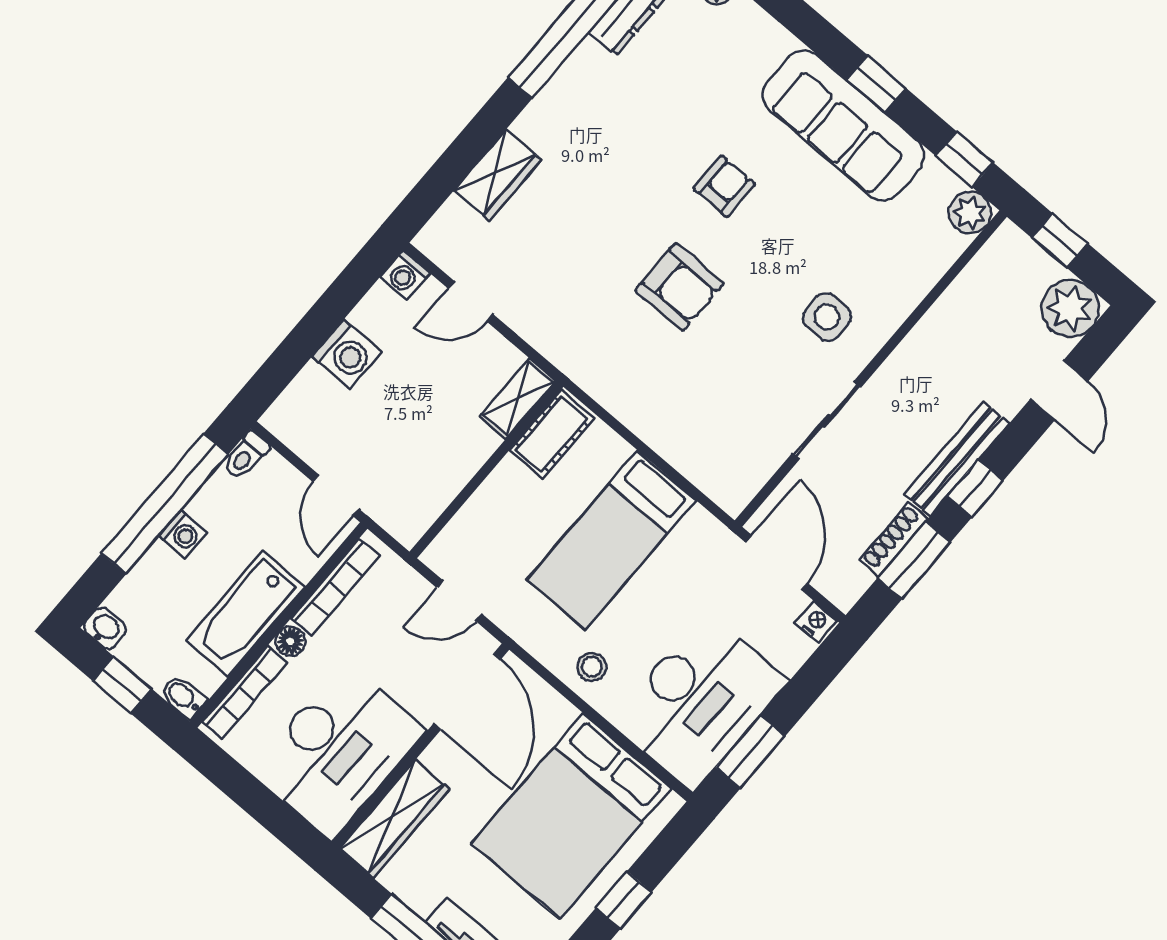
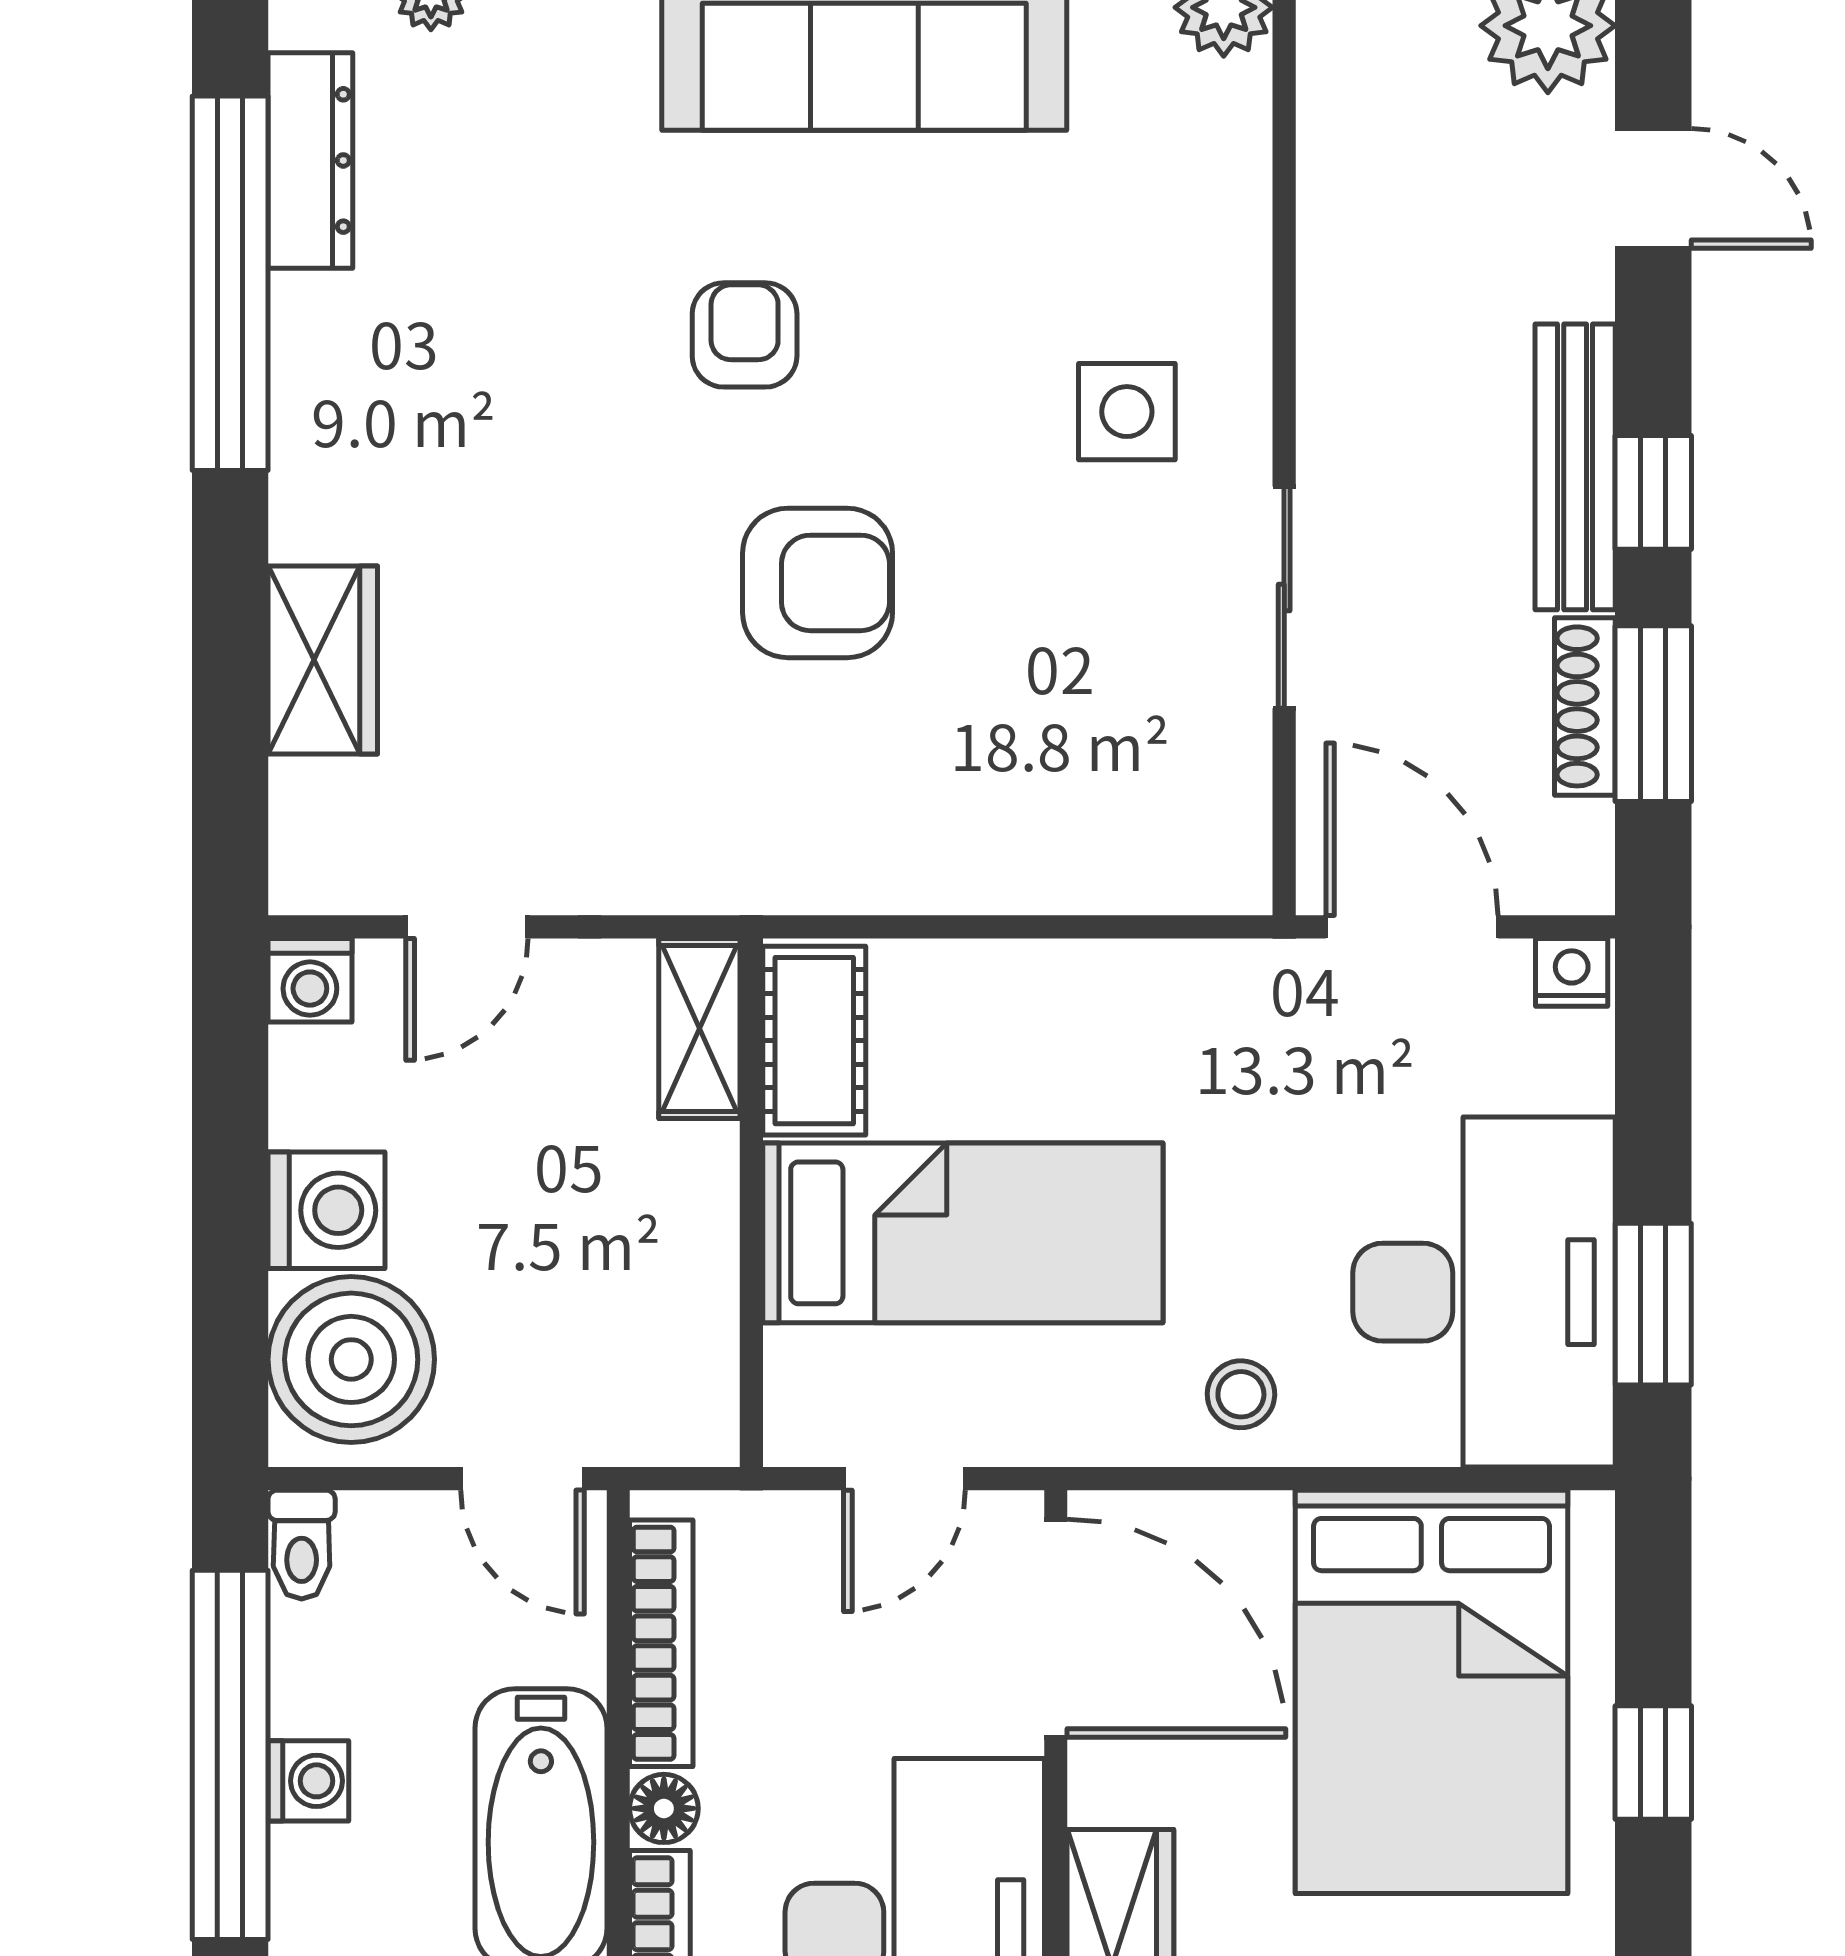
boiler: (313, 409) -> (351, 1359), added
bed: (611, 540) -> (963, 1233), moved, turned -90

